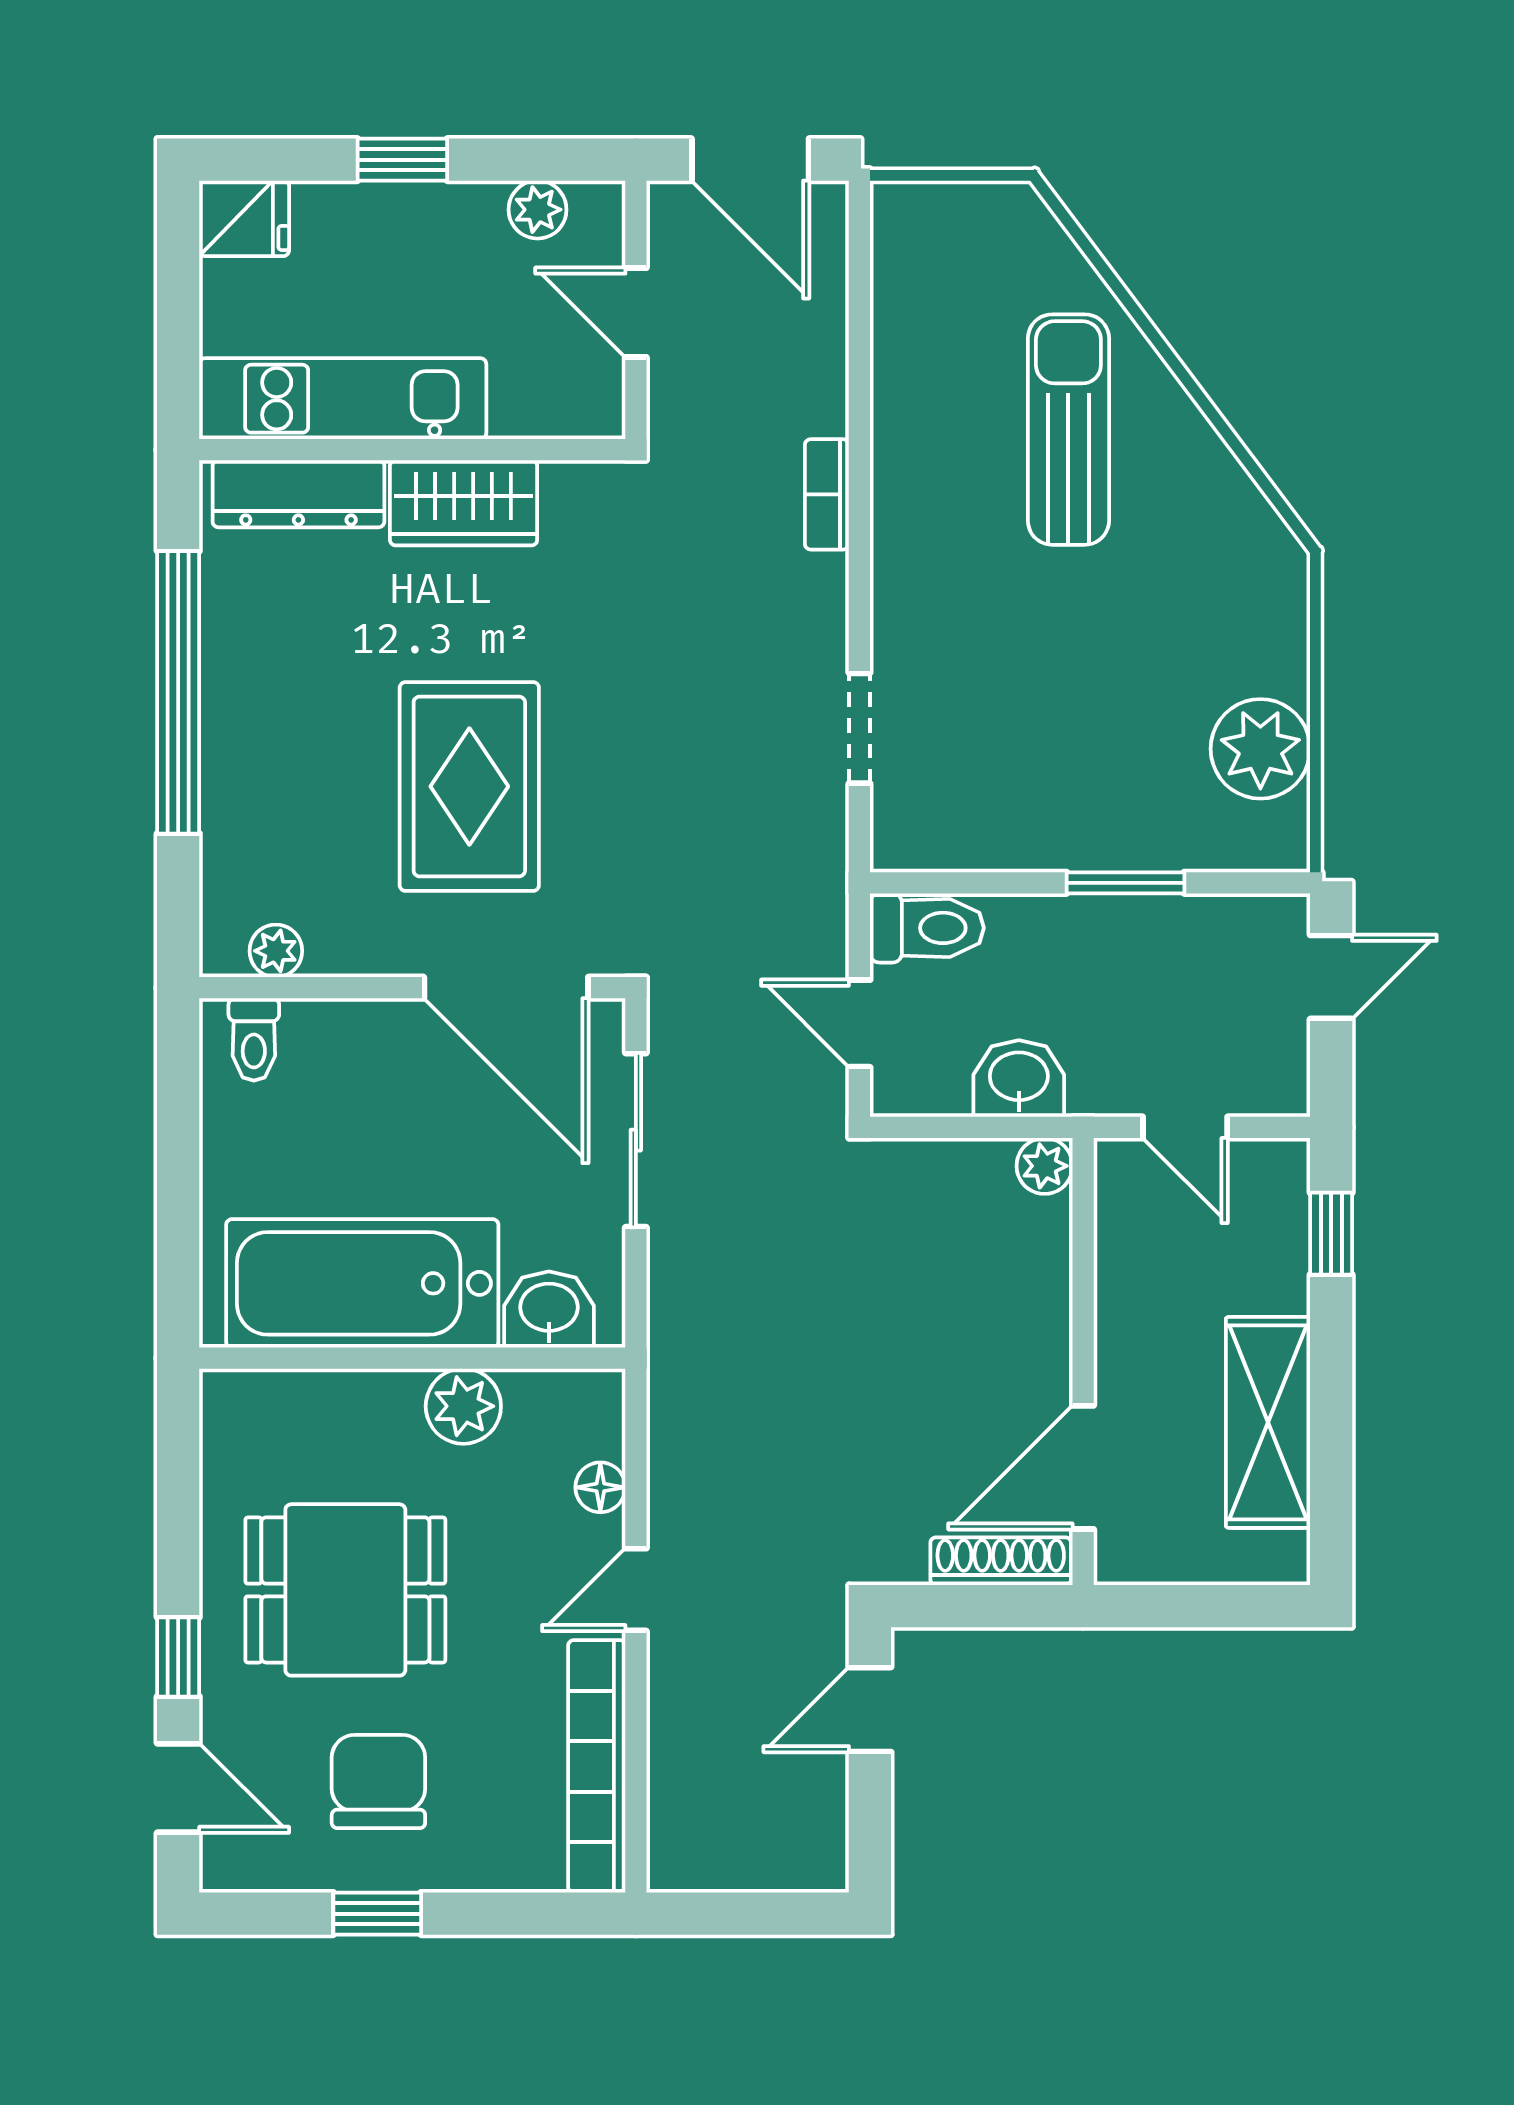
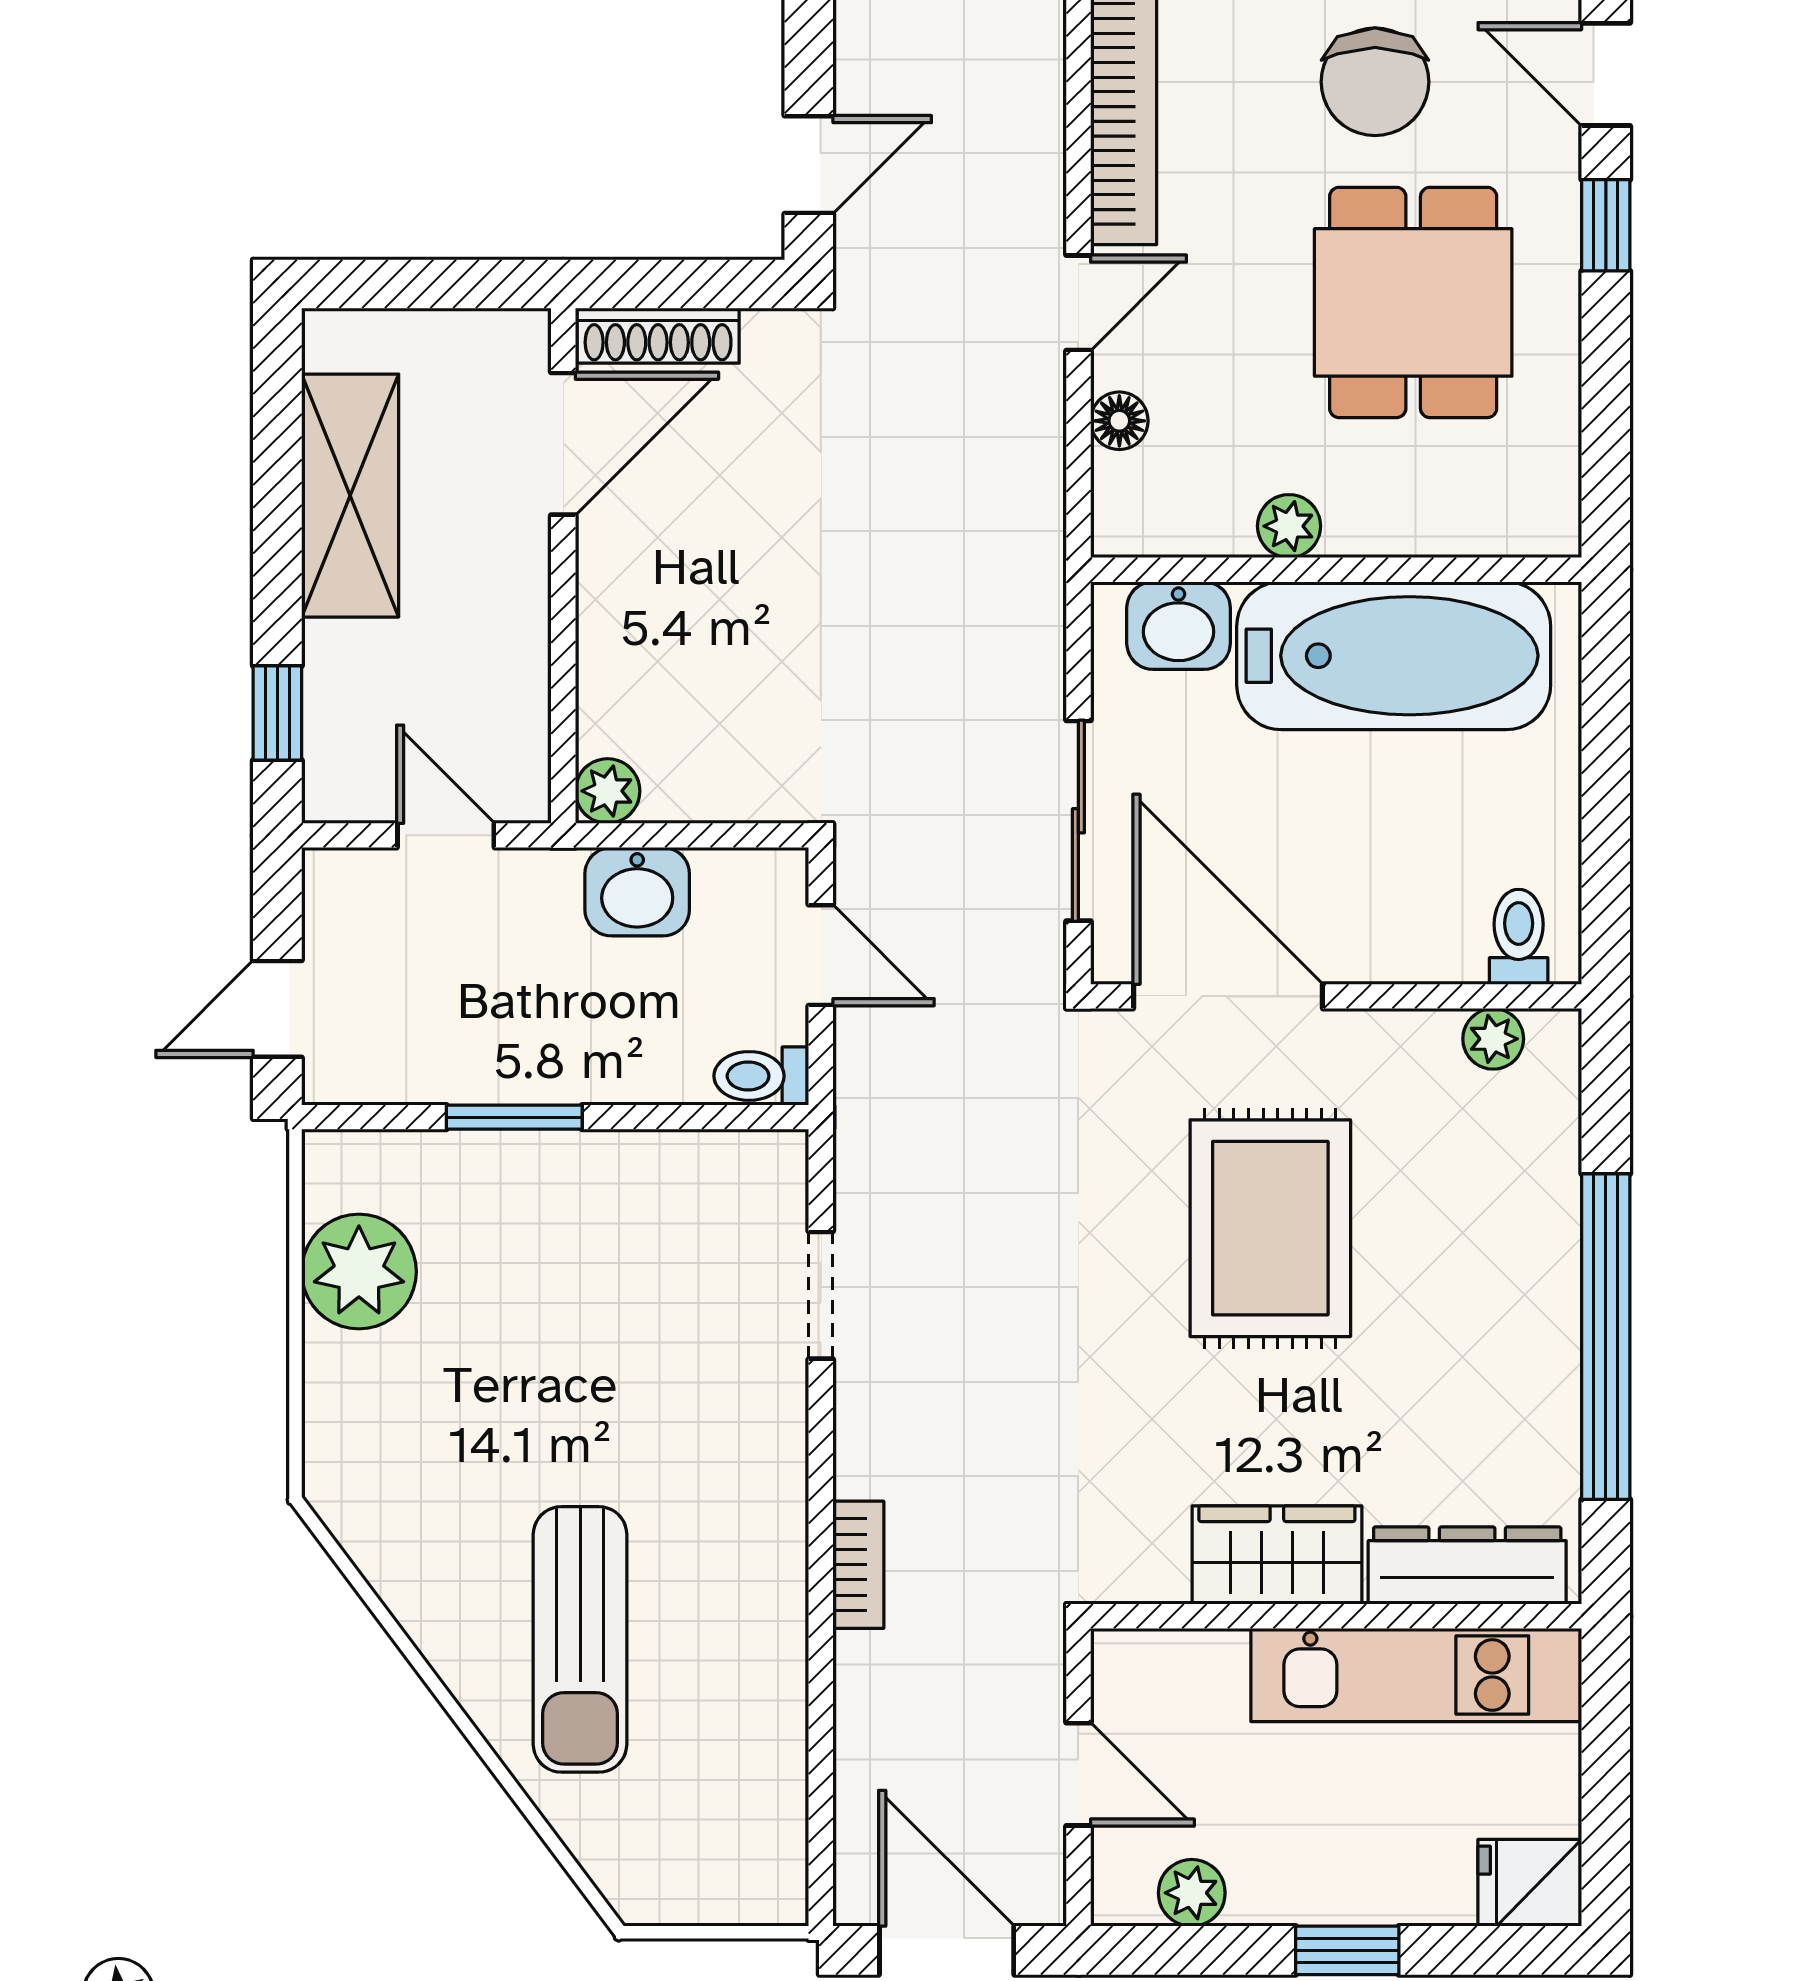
toilet: (927, 928) -> (761, 1076), width x0.73, depth x0.72
plant: (463, 1406) -> (1289, 526), width x0.73, depth x0.73
dining table: (345, 1590) -> (1413, 302), turned 90

